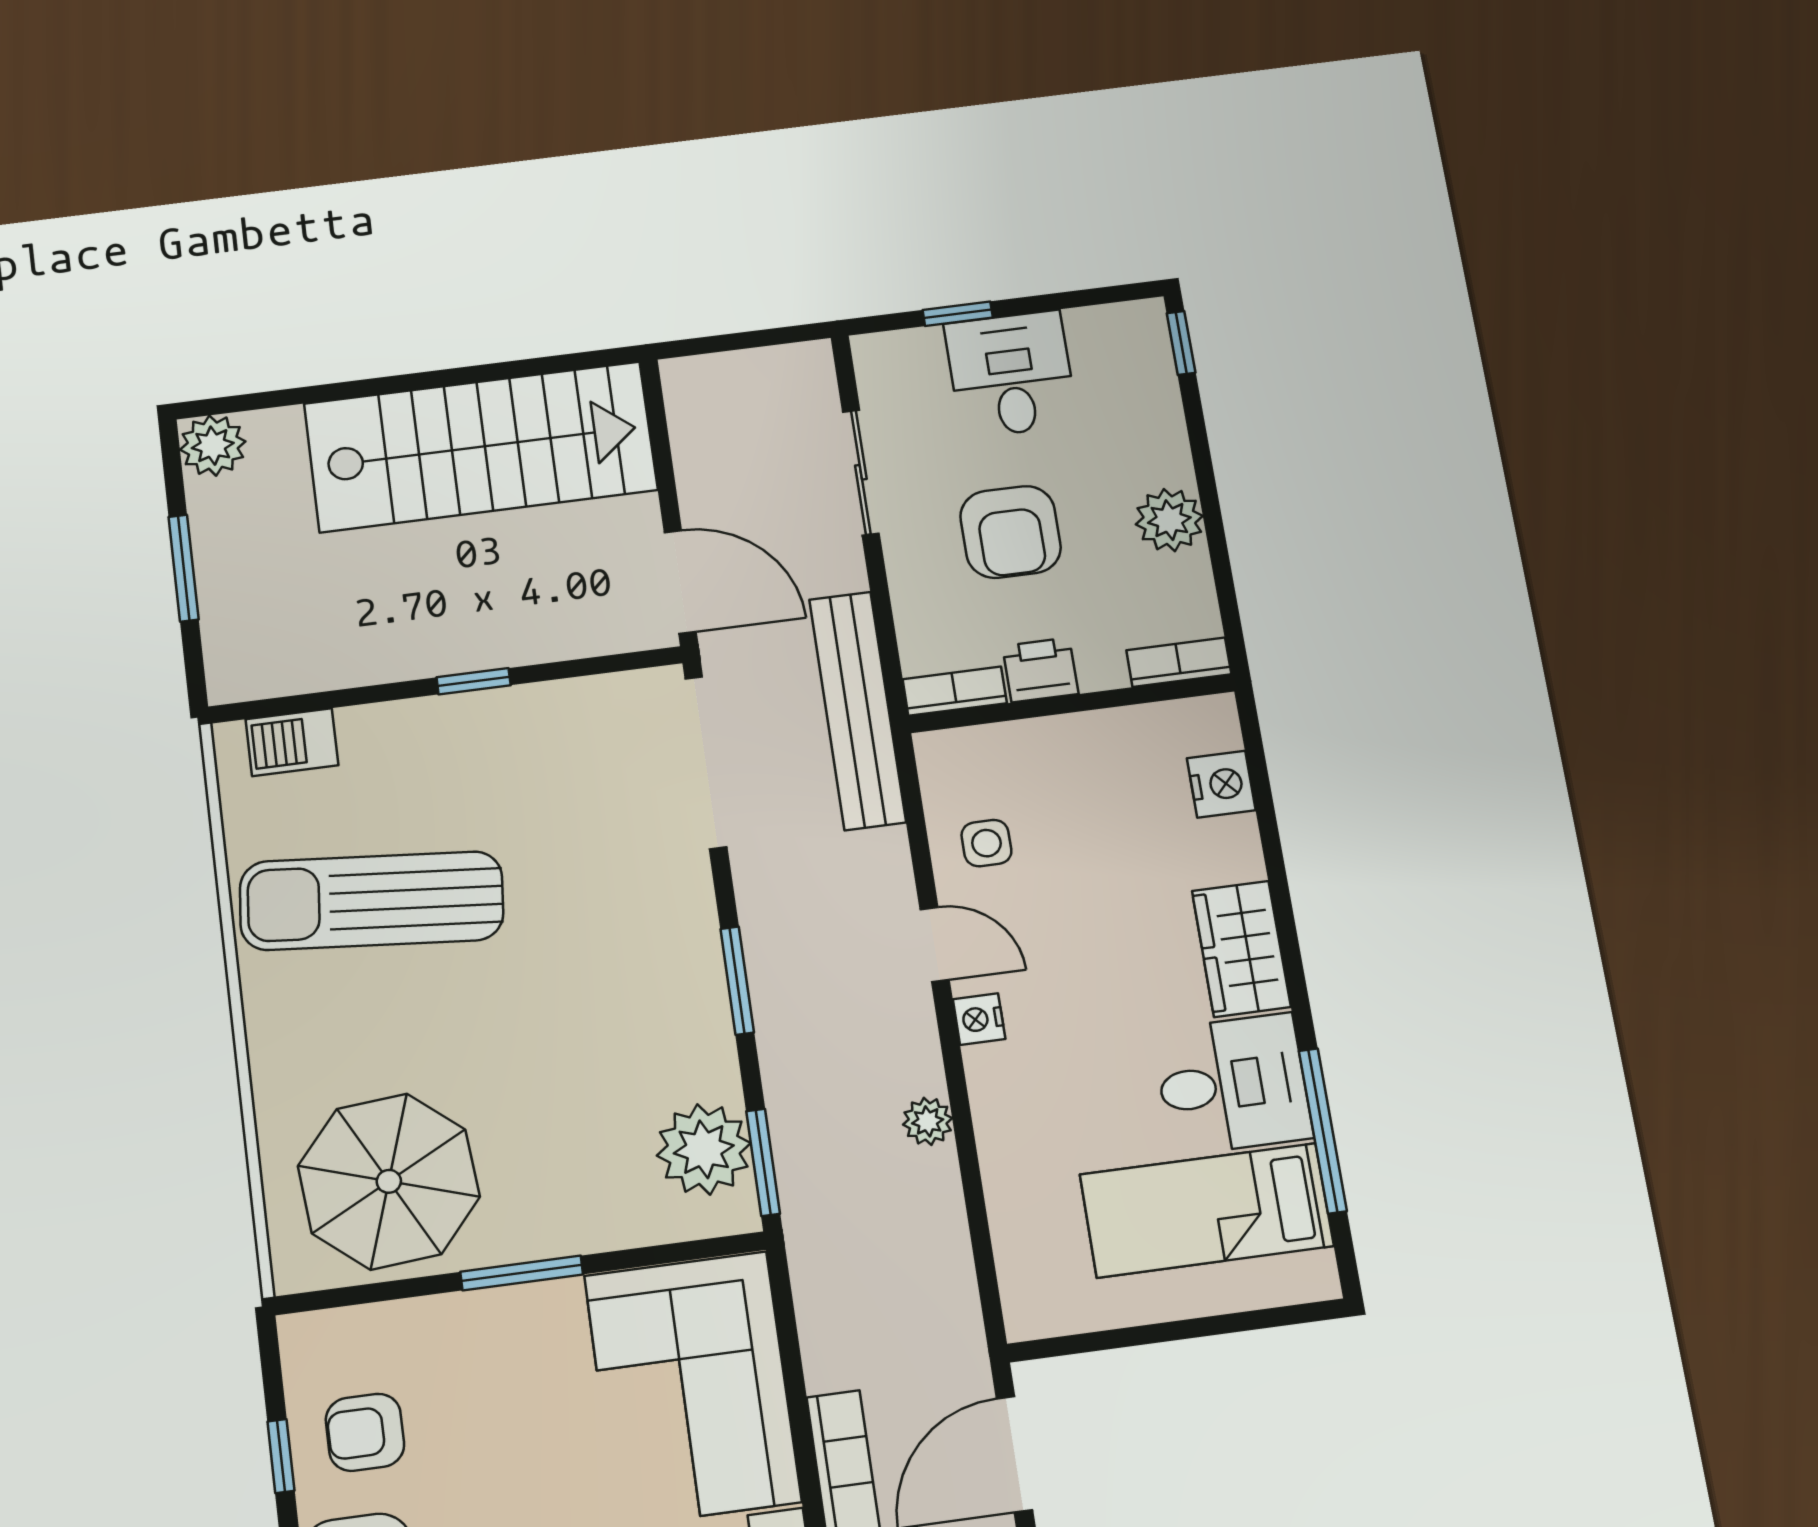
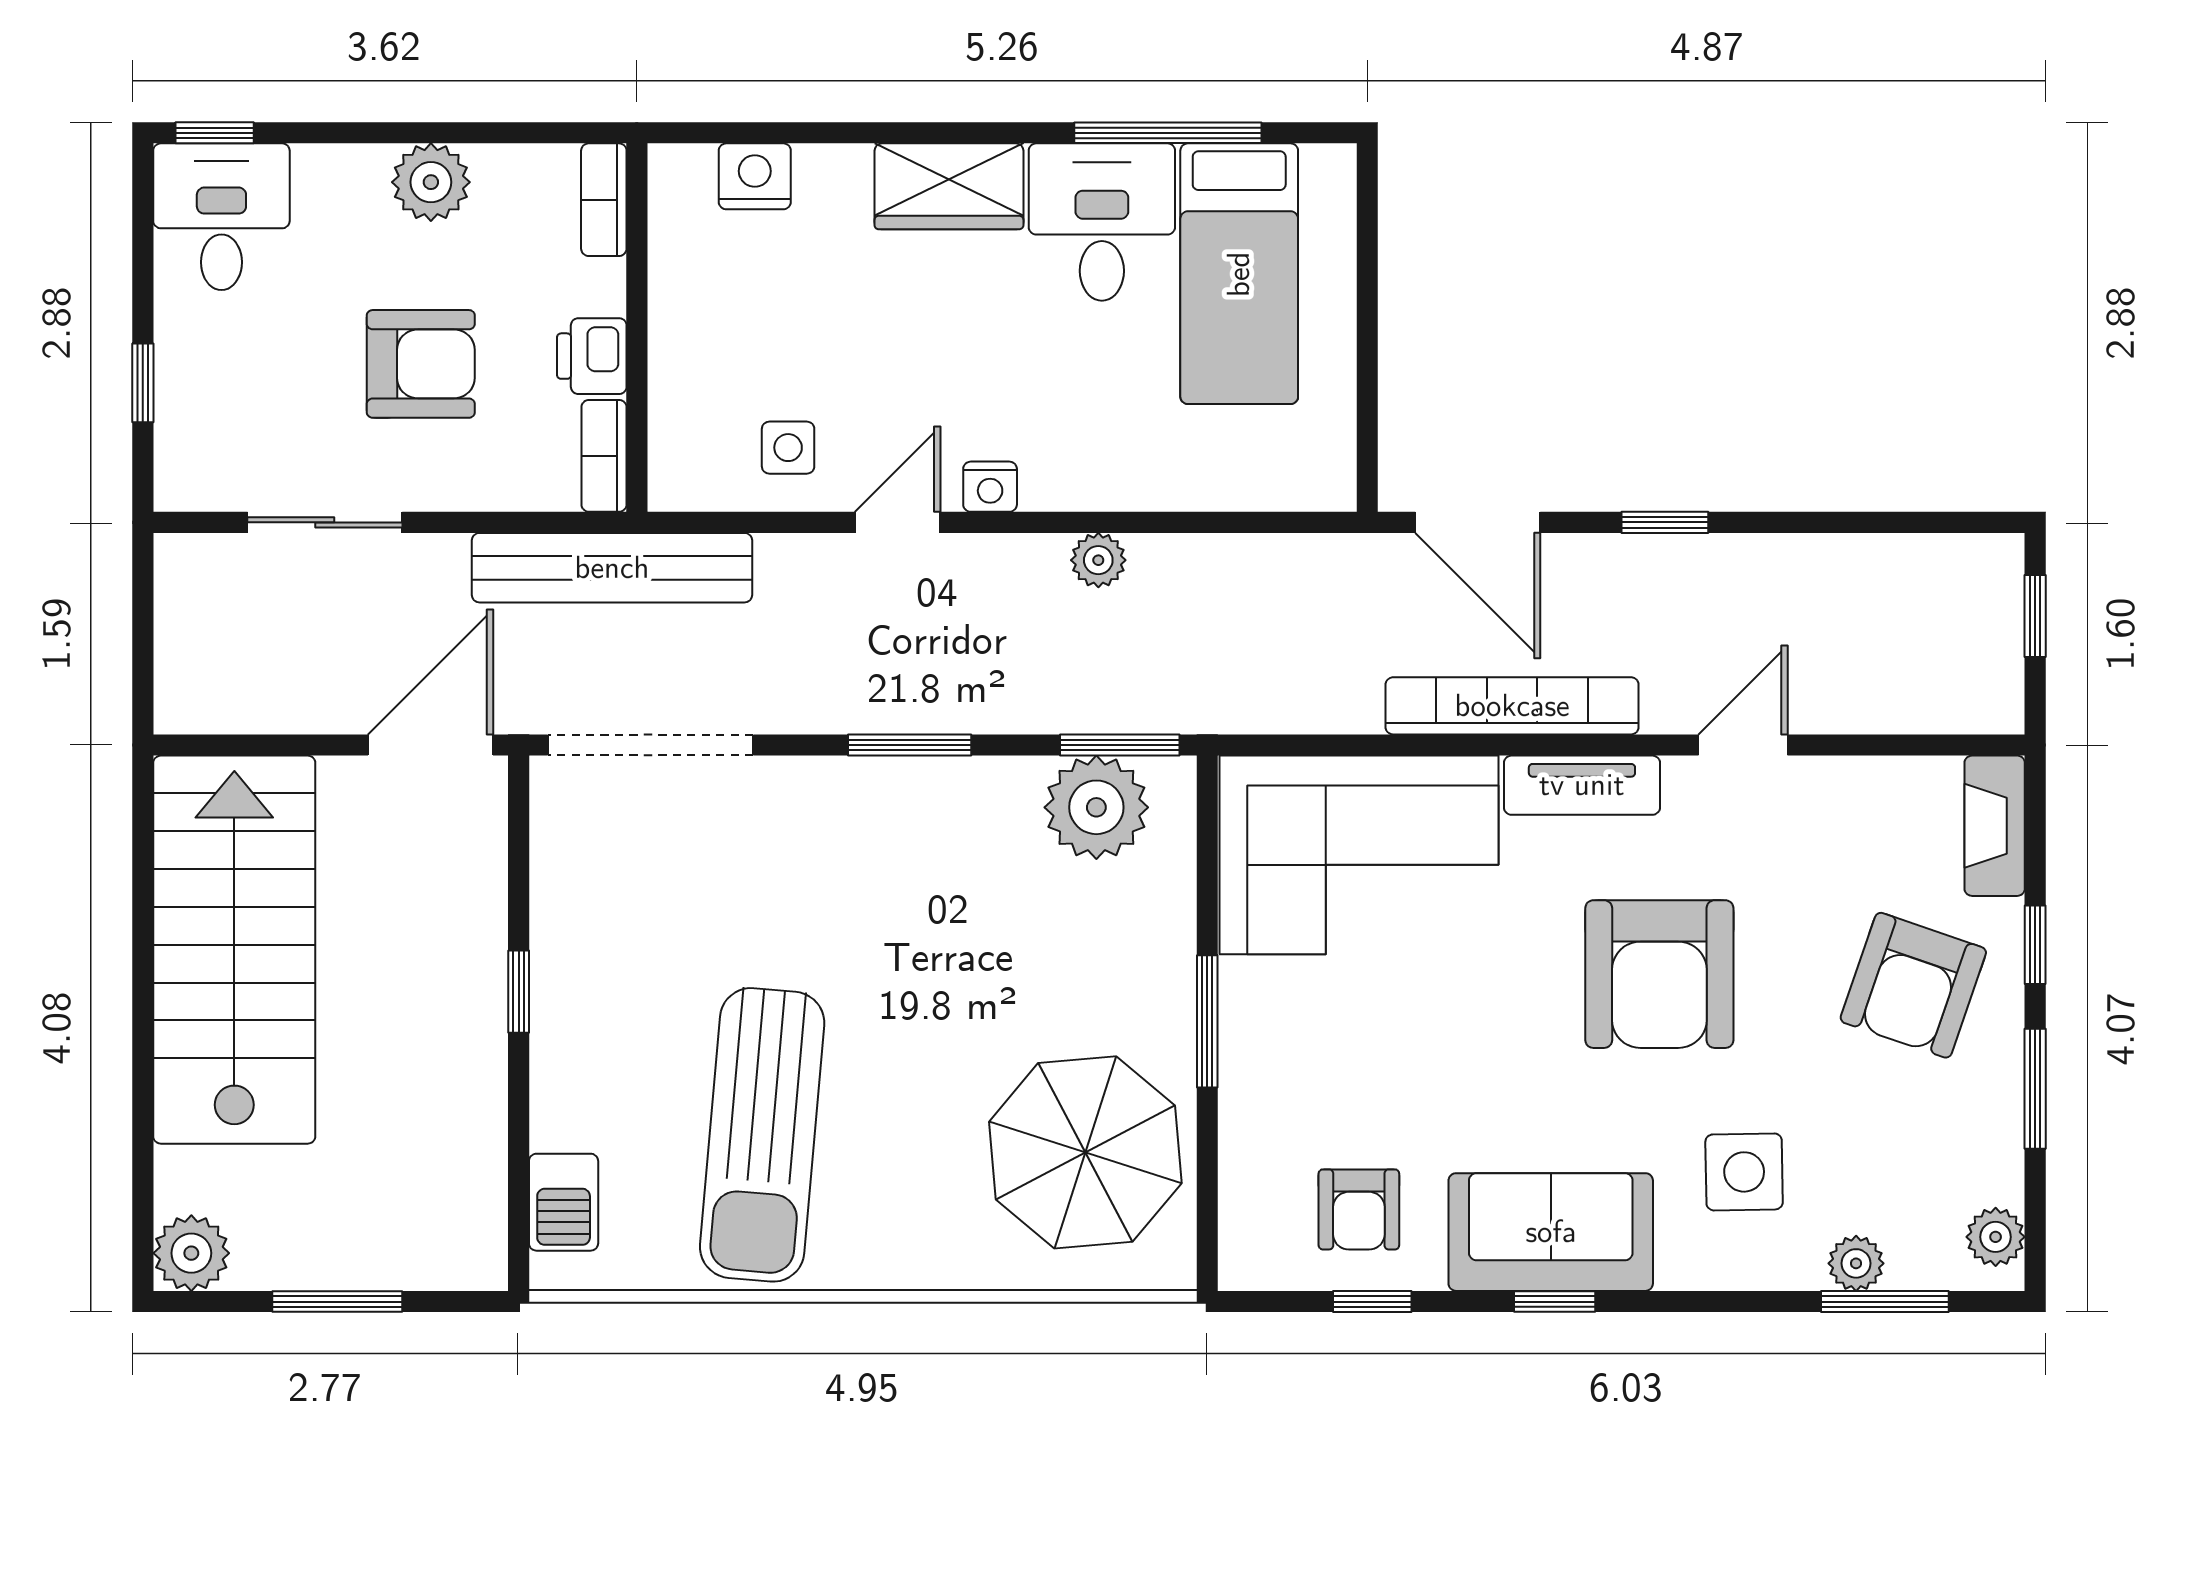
desk: (1011, 374) -> (221, 217), moved, turned 90

